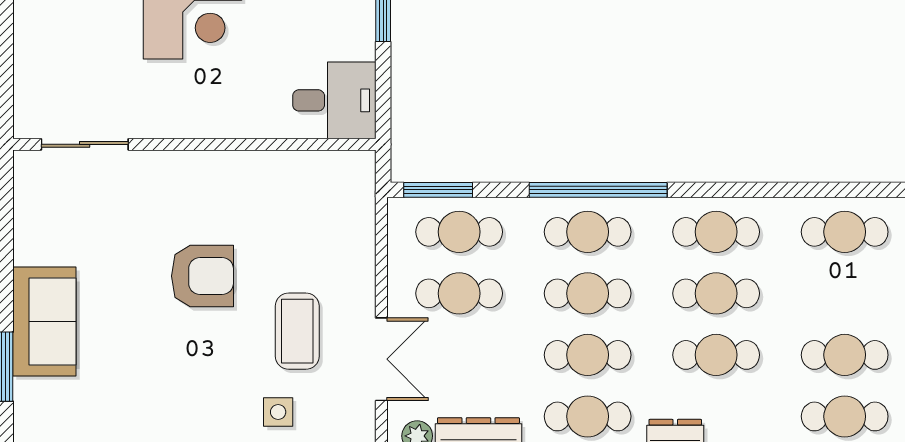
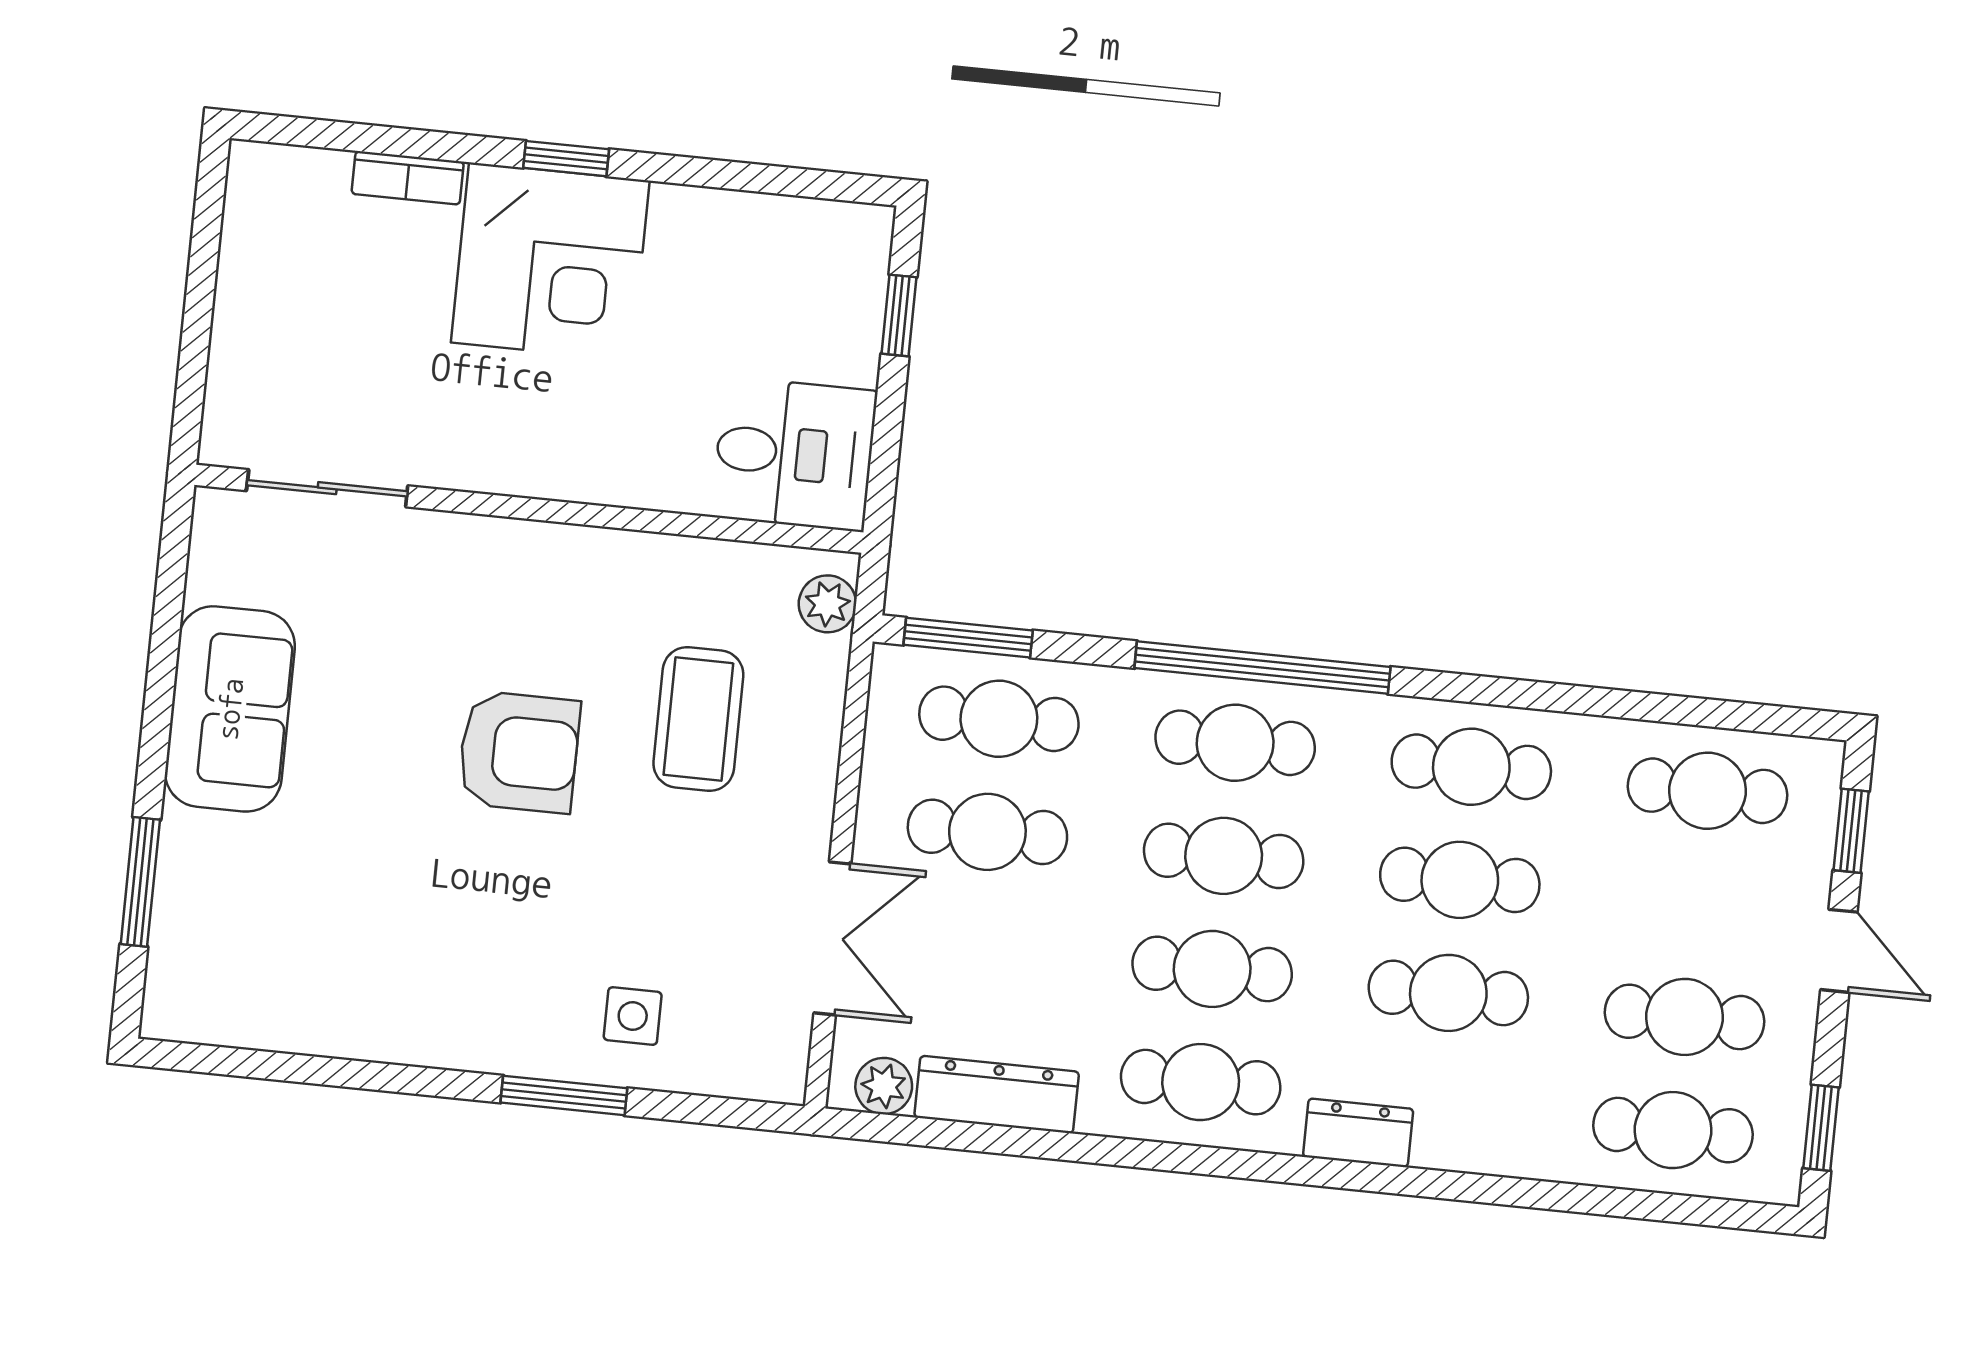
plant: (360, 179) -> (827, 604), added
sofa: (44, 322) -> (230, 709), moved
coffee table: (297, 331) -> (698, 719), moved

